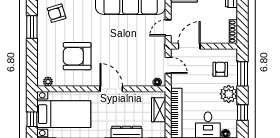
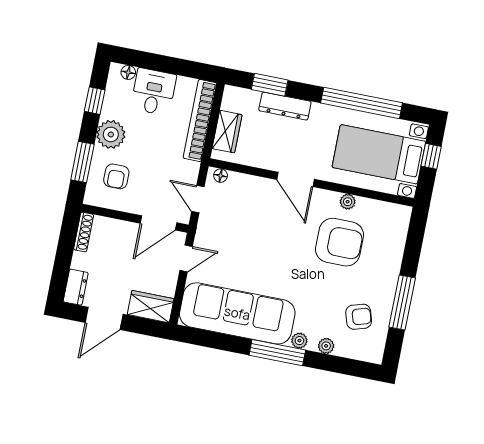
window: (32, 27) -> (402, 302), width x1.44
plant: (48, 82) -> (348, 202), moved

